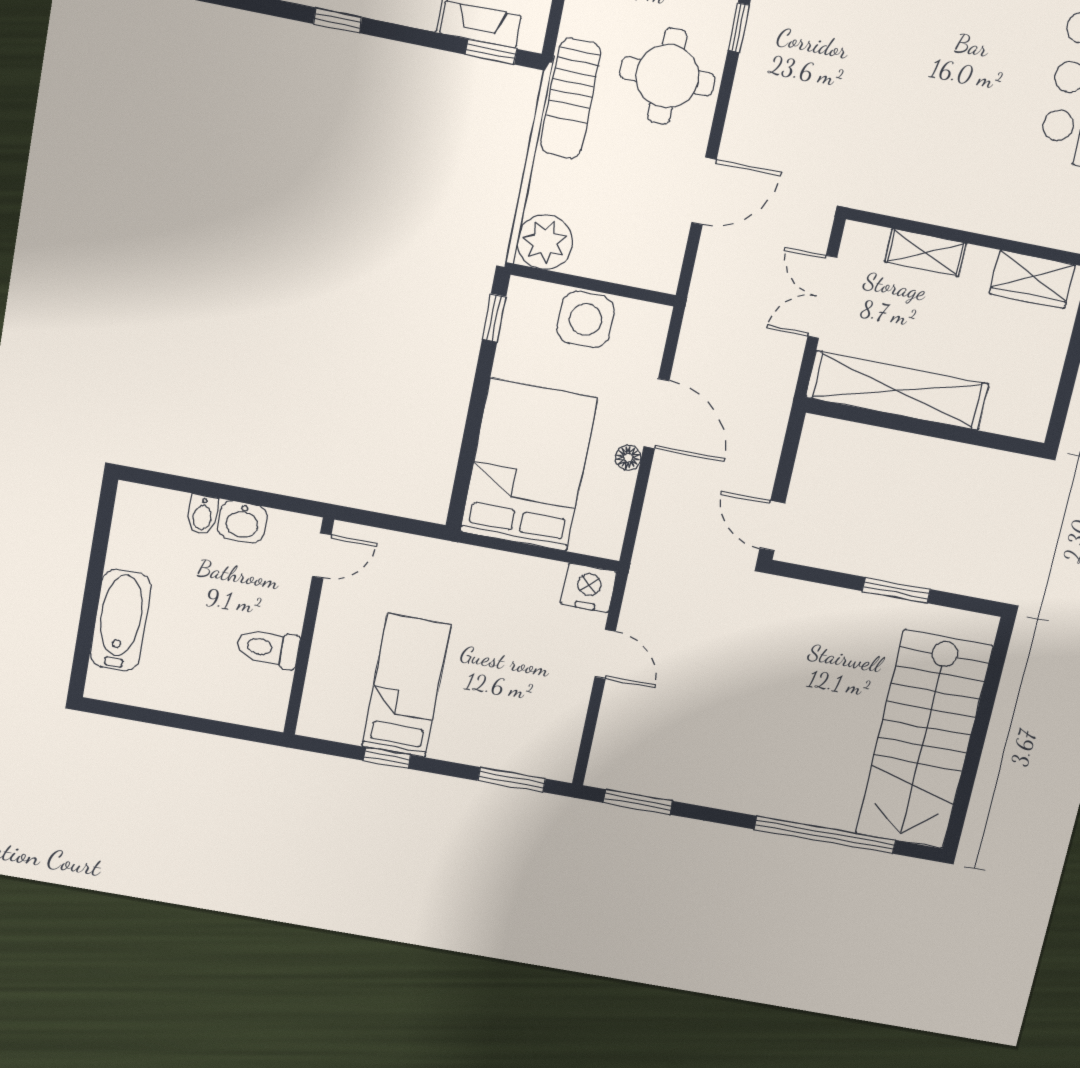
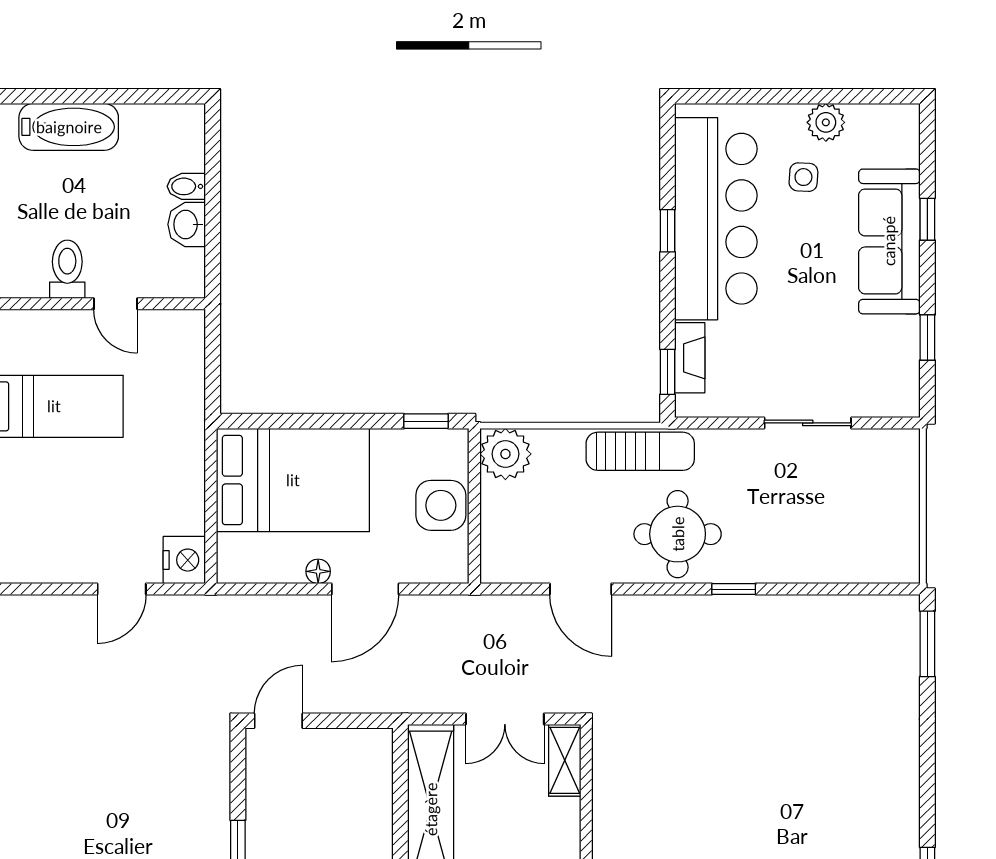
sun lounger: (571, 98) -> (640, 451), turned 180
shelving: (926, 253) -> (565, 760), moved
double door: (822, 297) -> (505, 719), swing flipped
door: (322, 556) -> (115, 304), moved

